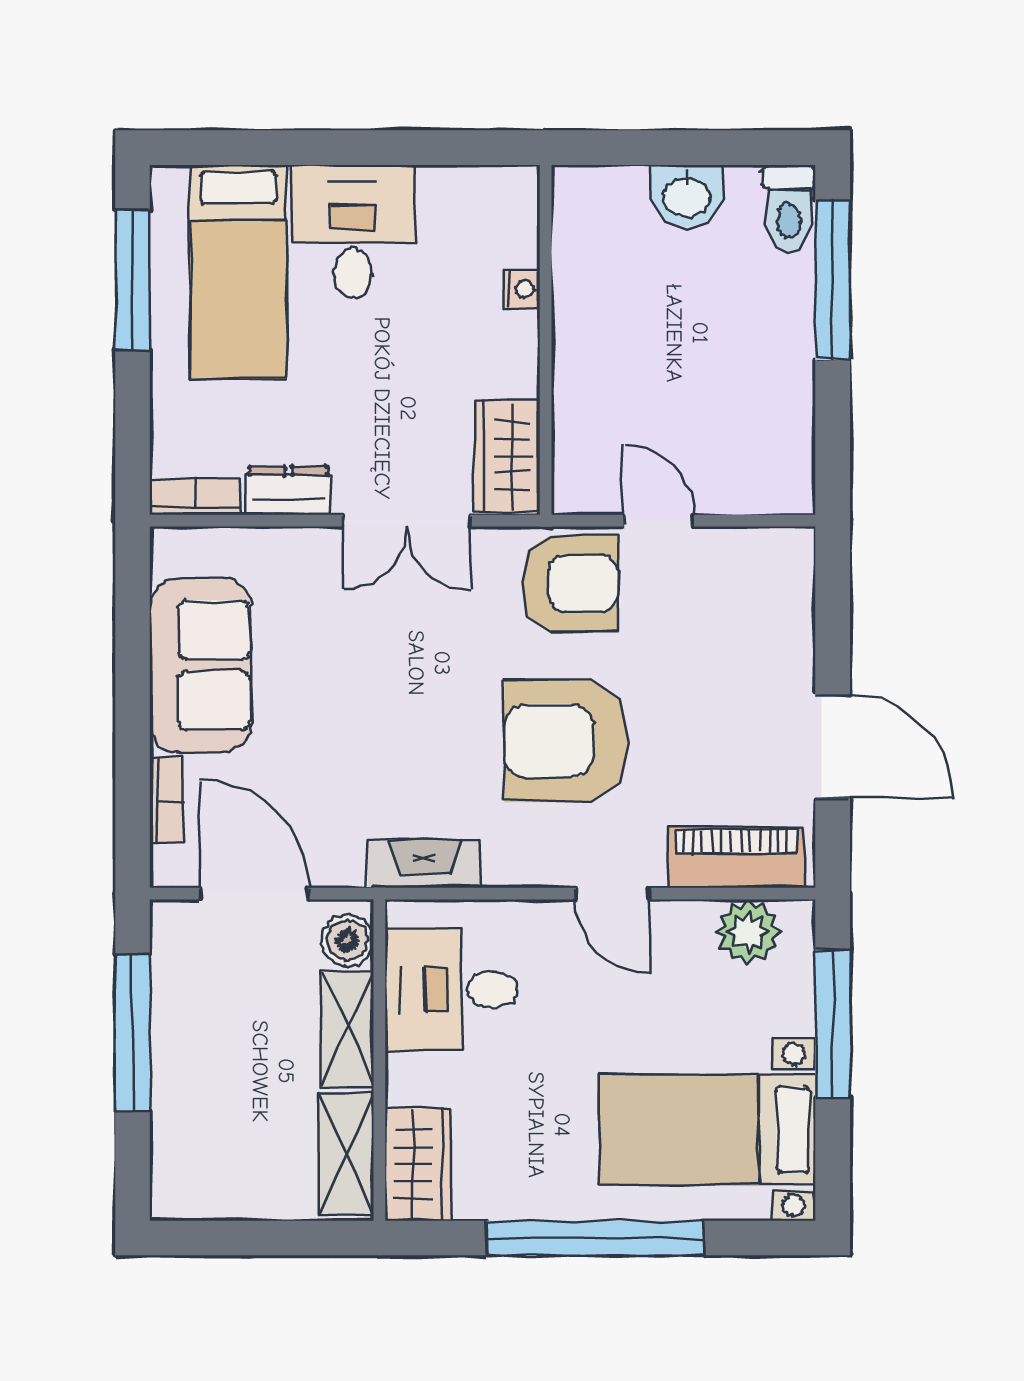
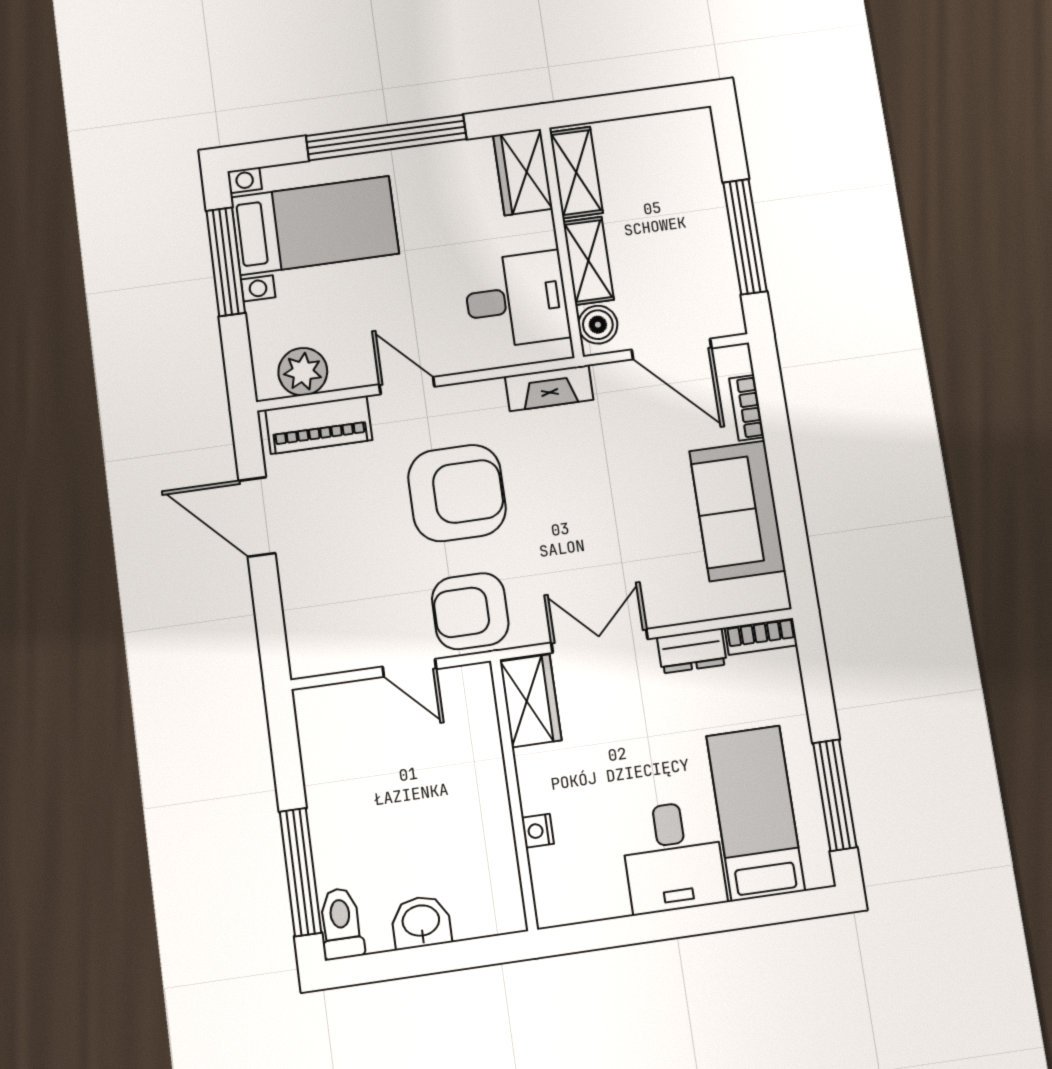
window: (833, 1024) -> (226, 262), moved

